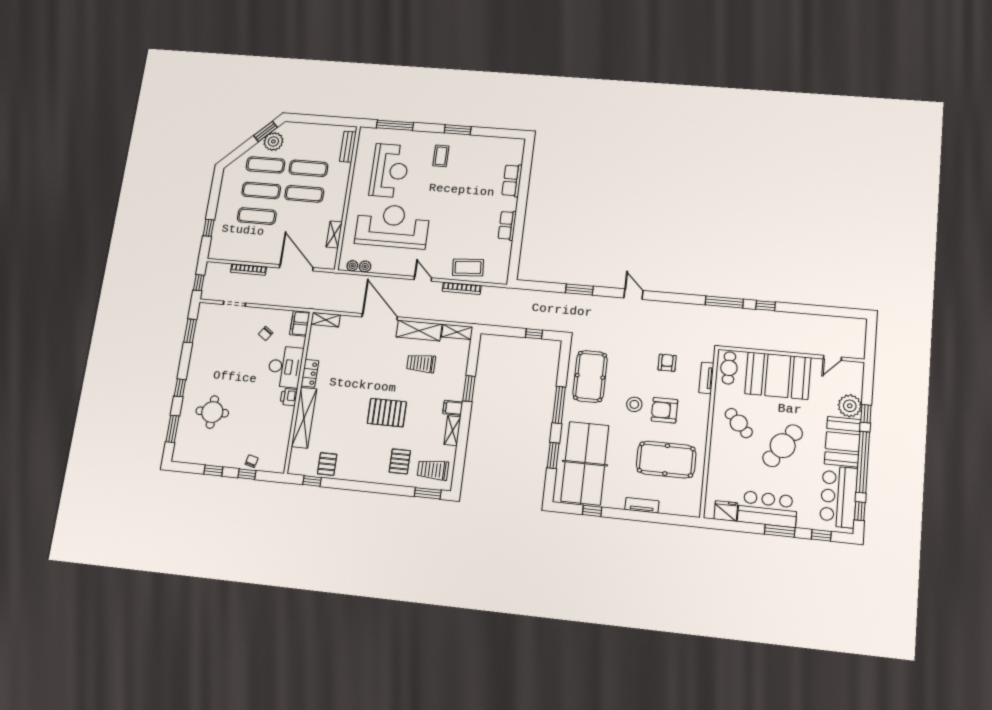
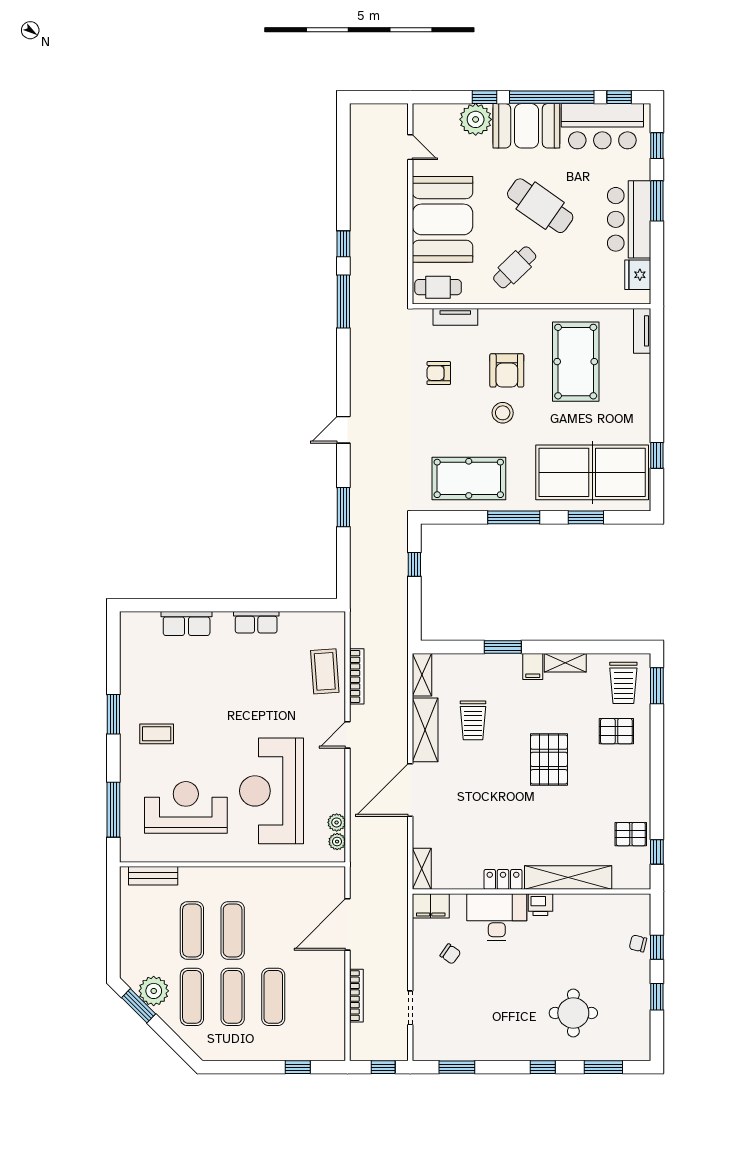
shelving: (334, 234) -> (292, 876), removed
tv unit: (642, 505) -> (642, 331), moved

